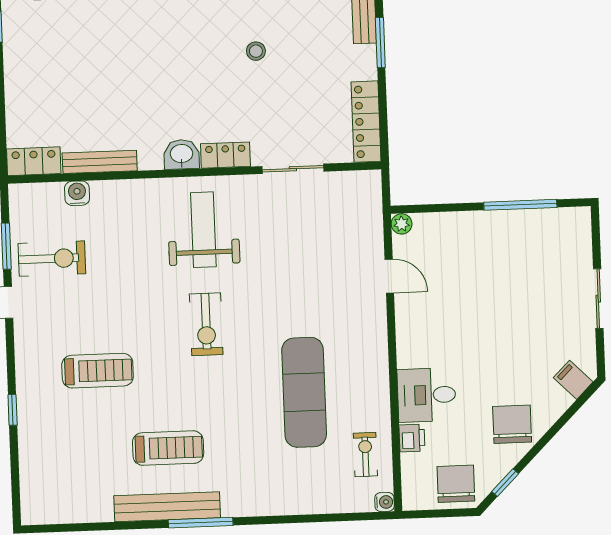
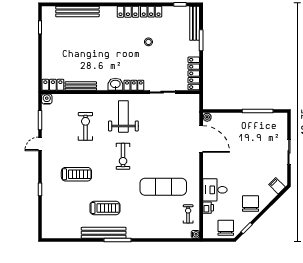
water cooler: (77, 193) -> (47, 99), moved
exercise bike: (52, 259) -> (85, 126), moved, turned -90
door: (389, 276) -> (201, 139), width x1.88
exercise mat: (304, 392) -> (163, 187), turned 90

